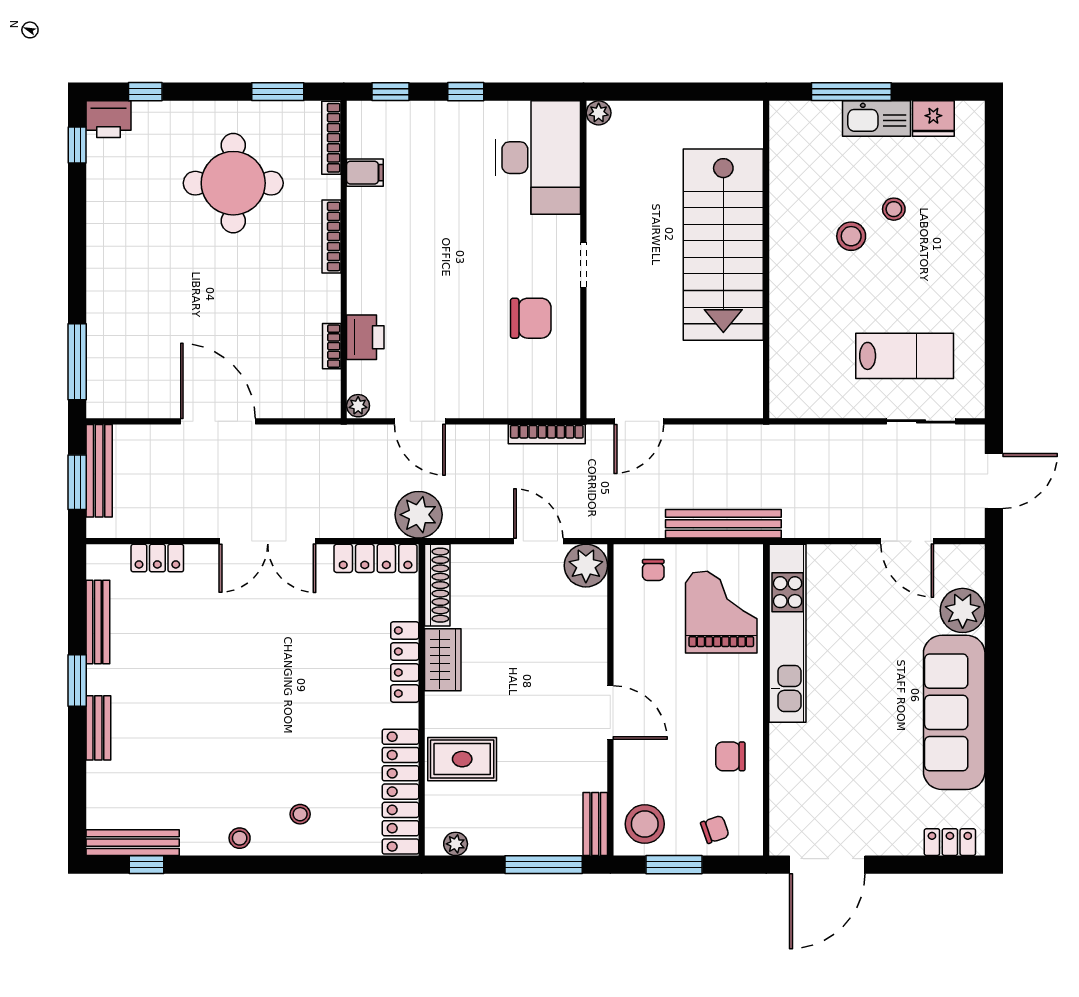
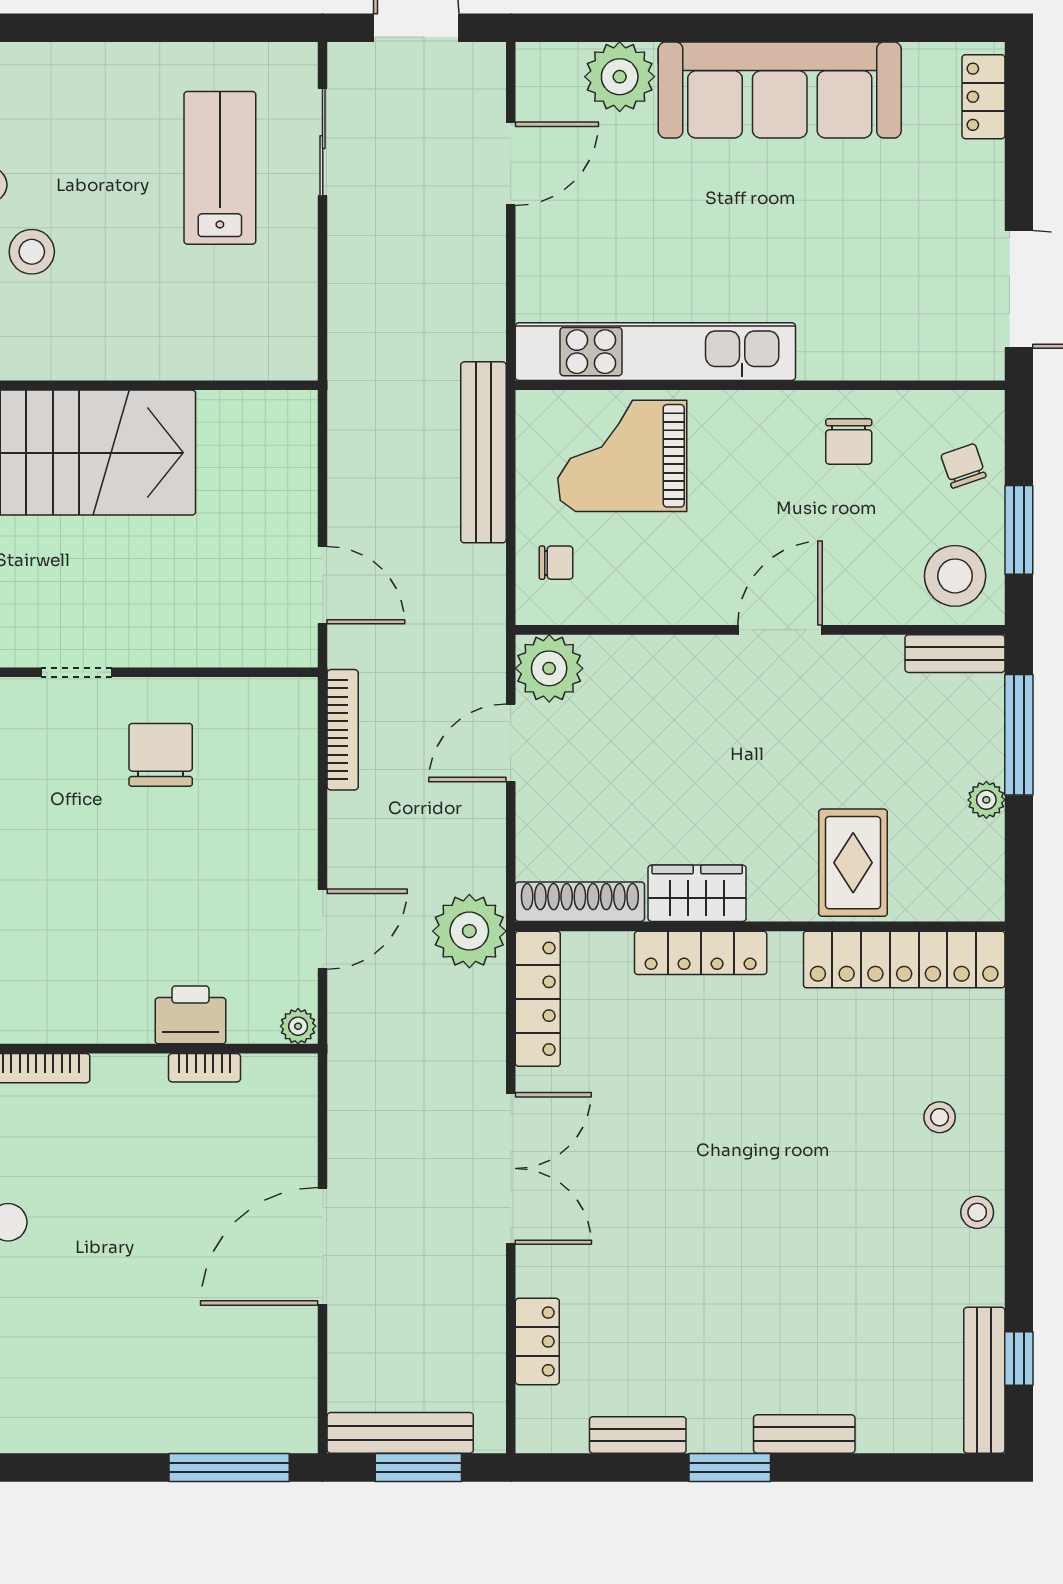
bench: (98, 622) -> (638, 1435), width x0.73
plant: (456, 844) -> (986, 800), moved

